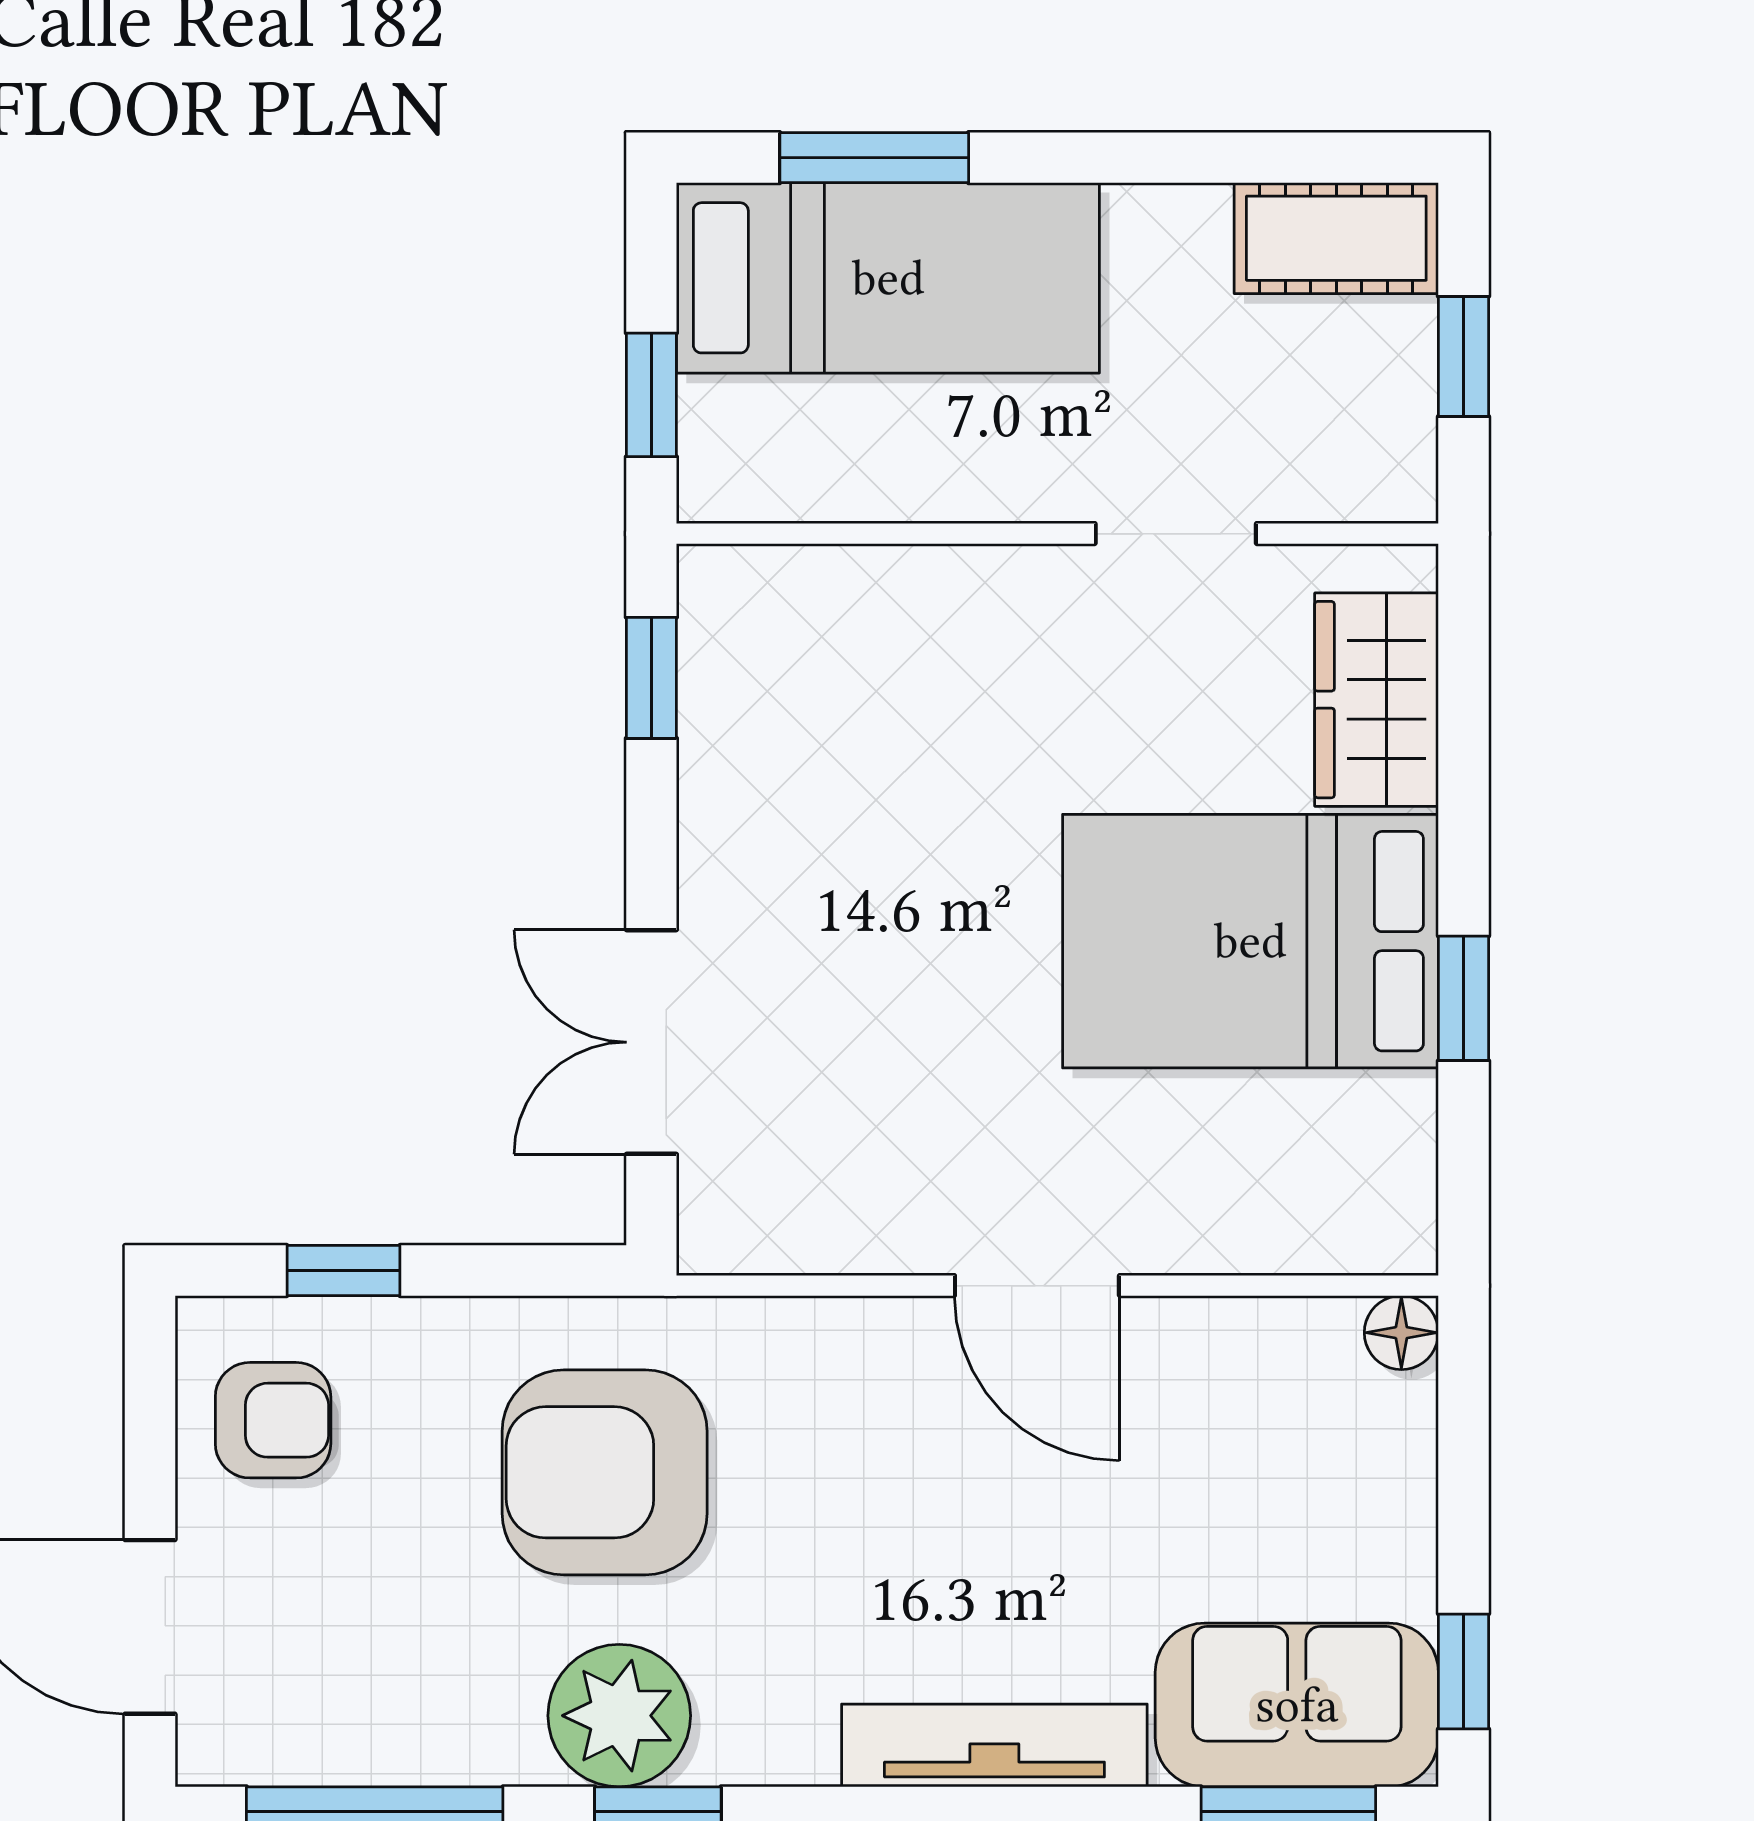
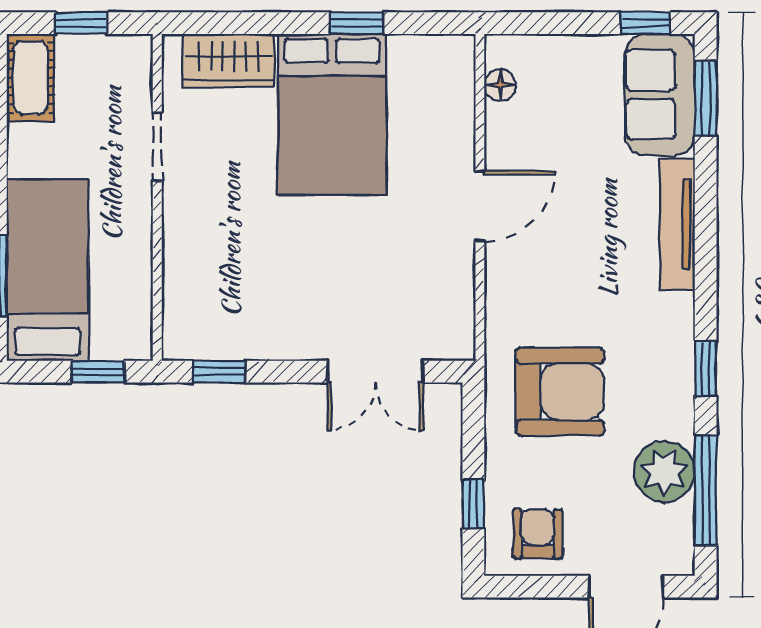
floor lamp: (1401, 1333) -> (500, 85), moved
armchair: (605, 1472) -> (560, 392), turned -90
plant: (619, 1716) -> (664, 472), moved

